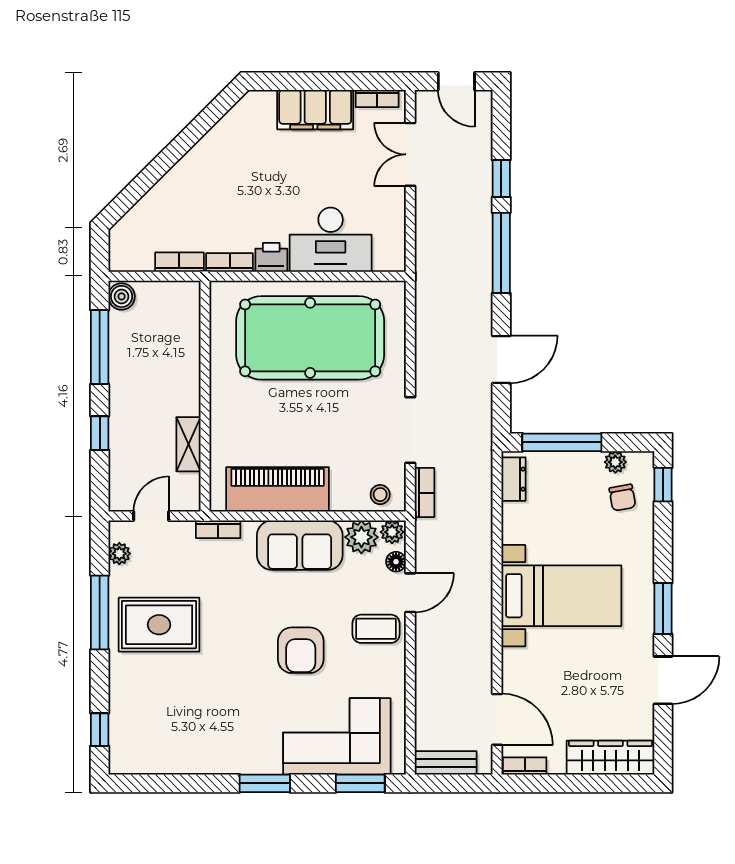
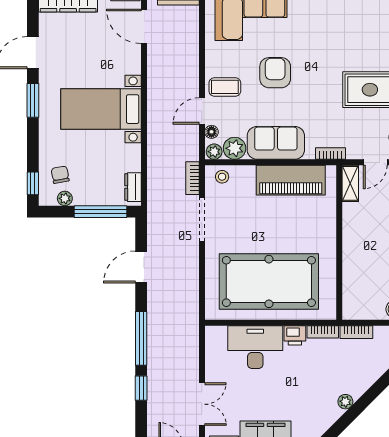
plant: (196, 158) -> (345, 402), added
shelving: (189, 444) -> (350, 183), moved

